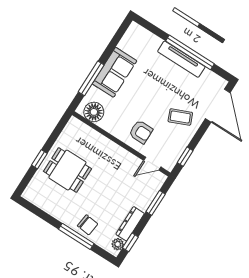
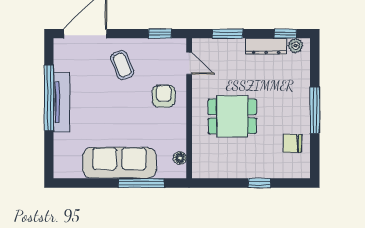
sofa: (114, 72) -> (119, 163), width x1.36
floor lamp: (94, 112) -> (180, 158), width x0.53, depth x0.53
dining table: (67, 170) -> (232, 116), moved, turned 90
chair: (88, 225) -> (292, 143), moved, turned -97
window: (76, 236) -> (315, 110), moved

